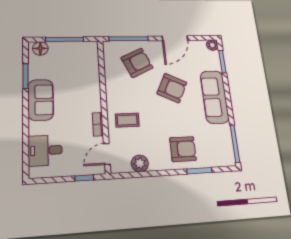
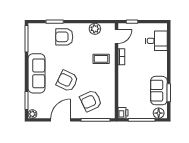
printer: (91, 48) -> (123, 113), added
sofa: (41, 100) -> (159, 91), moved

